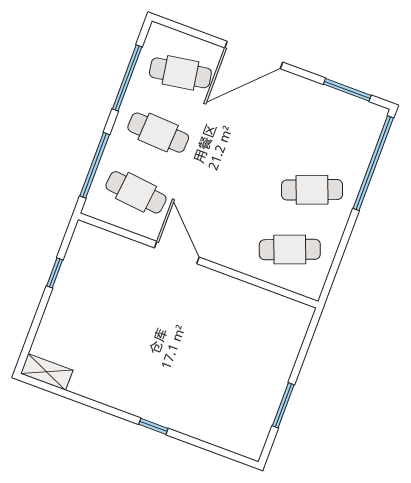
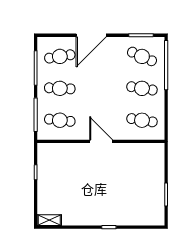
cafe table: (334, 130) -> (142, 56), added
cafe table: (312, 190) -> (142, 88), turned 30
cafe table: (290, 249) -> (142, 120), turned 30
door: (177, 253) -> (101, 141), moved

